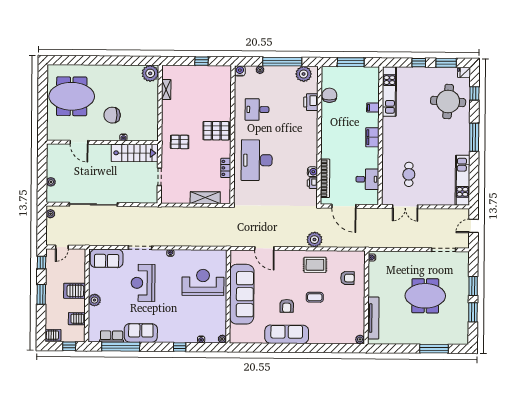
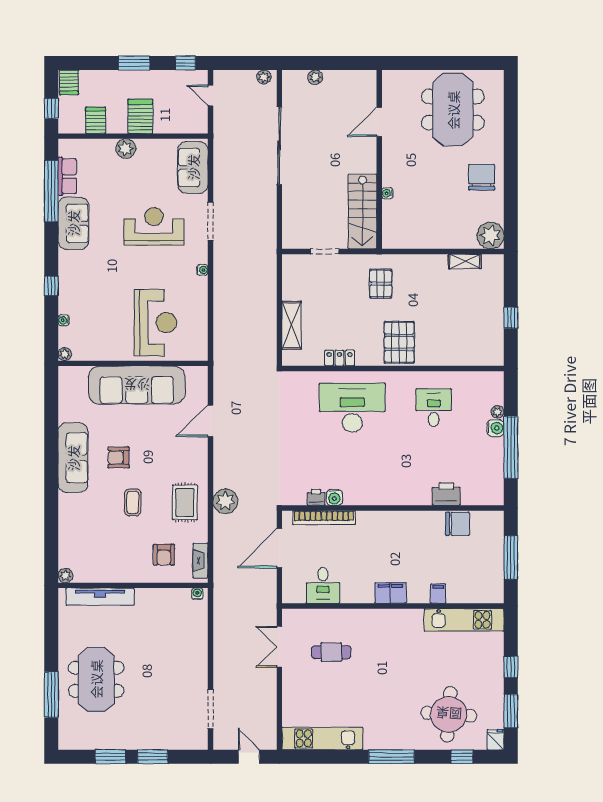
water cooler: (240, 71) -> (496, 428), moved
plant: (304, 74) -> (491, 482), removed
chair: (112, 115) -> (482, 177), moved
fireplace: (351, 255) -> (200, 561), added
meeting table: (425, 296) -> (96, 679), moved

